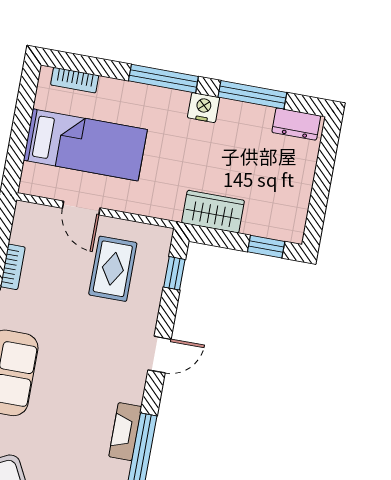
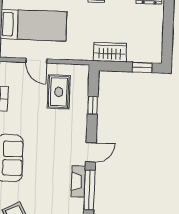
window: (174, 273) -> (93, 105), moved
door: (160, 355) -> (91, 152), moved

